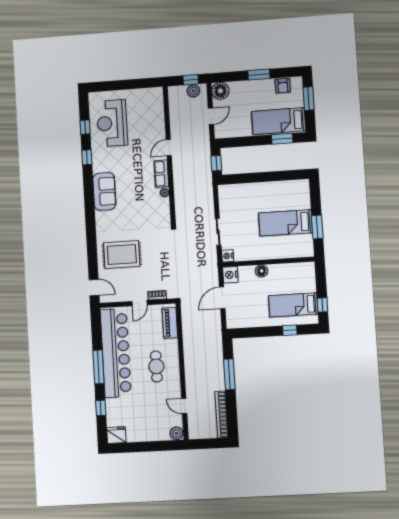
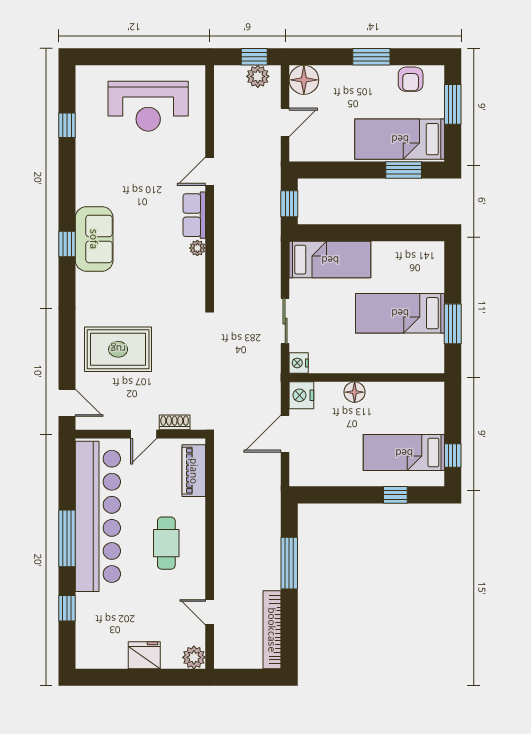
reception desk: (112, 123) -> (148, 106), moved, turned -90
window: (87, 157) -> (67, 244), moved
bed: (242, 194) -> (330, 260), added
fridge: (116, 435) -> (144, 655), moved

